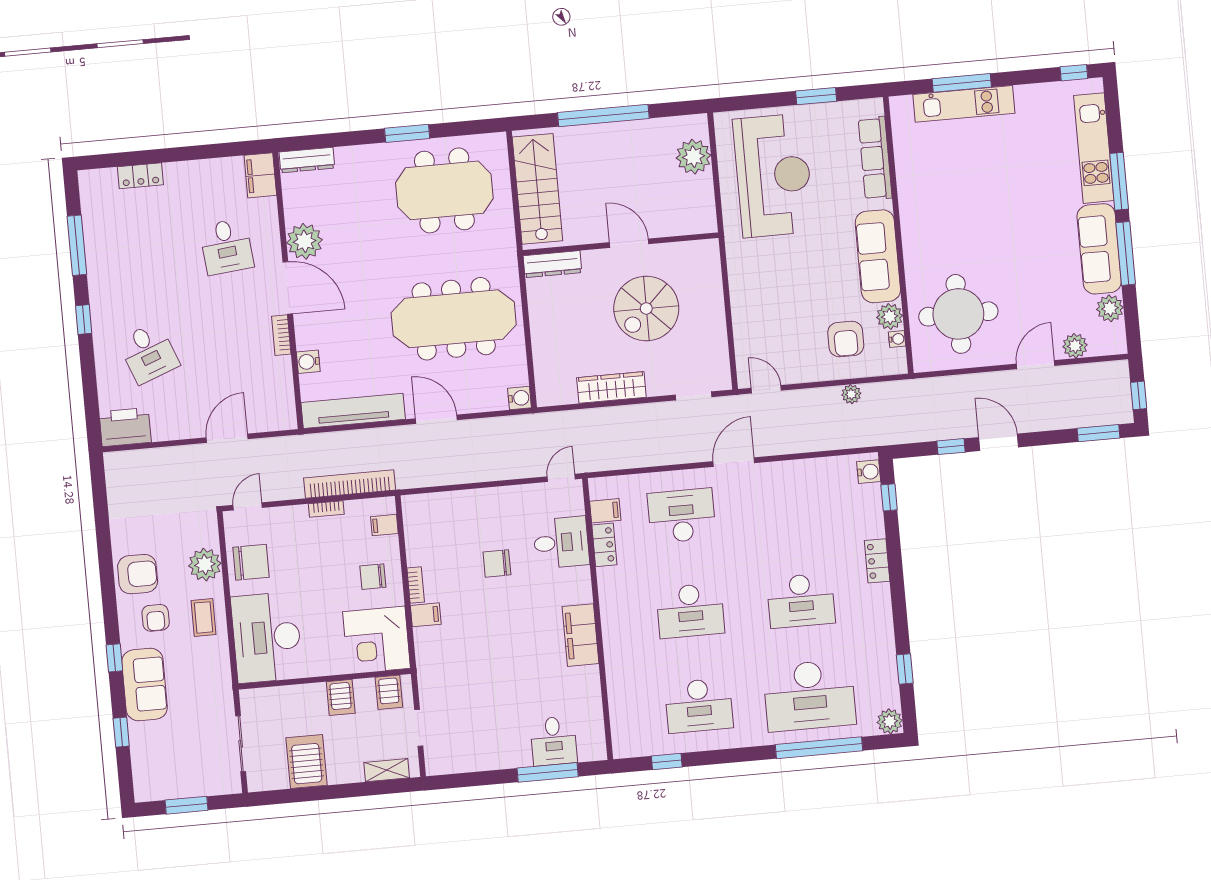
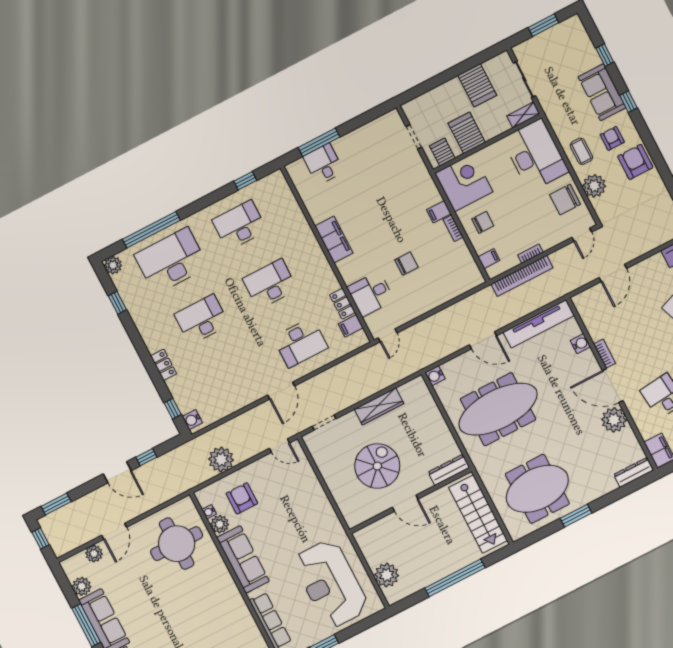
plant: (851, 394) -> (221, 459), width x1.87, depth x1.87
armchair: (138, 574) -> (635, 162), turned 90
server rack: (341, 697) -> (467, 133), width x1.36, depth x1.44
shelving: (387, 770) -> (523, 115), moved

